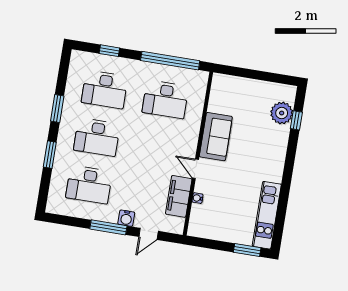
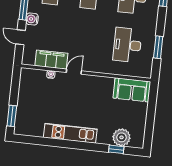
window: (170, 61) -> (158, 47), width x0.47
sofa: (216, 137) -> (132, 90), moved
kitchen unit: (267, 215) -> (70, 133), moved

